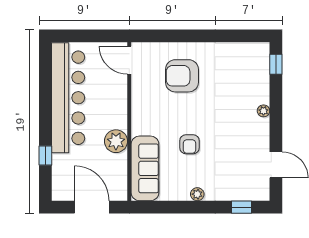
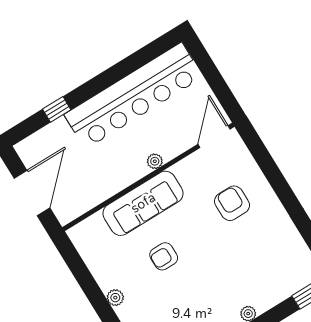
armchair: (182, 76) -> (232, 203), width x0.73, depth x0.73
plant: (116, 141) -> (155, 161), moved, width x0.53, depth x0.53
sofa: (145, 168) -> (143, 203), moved

